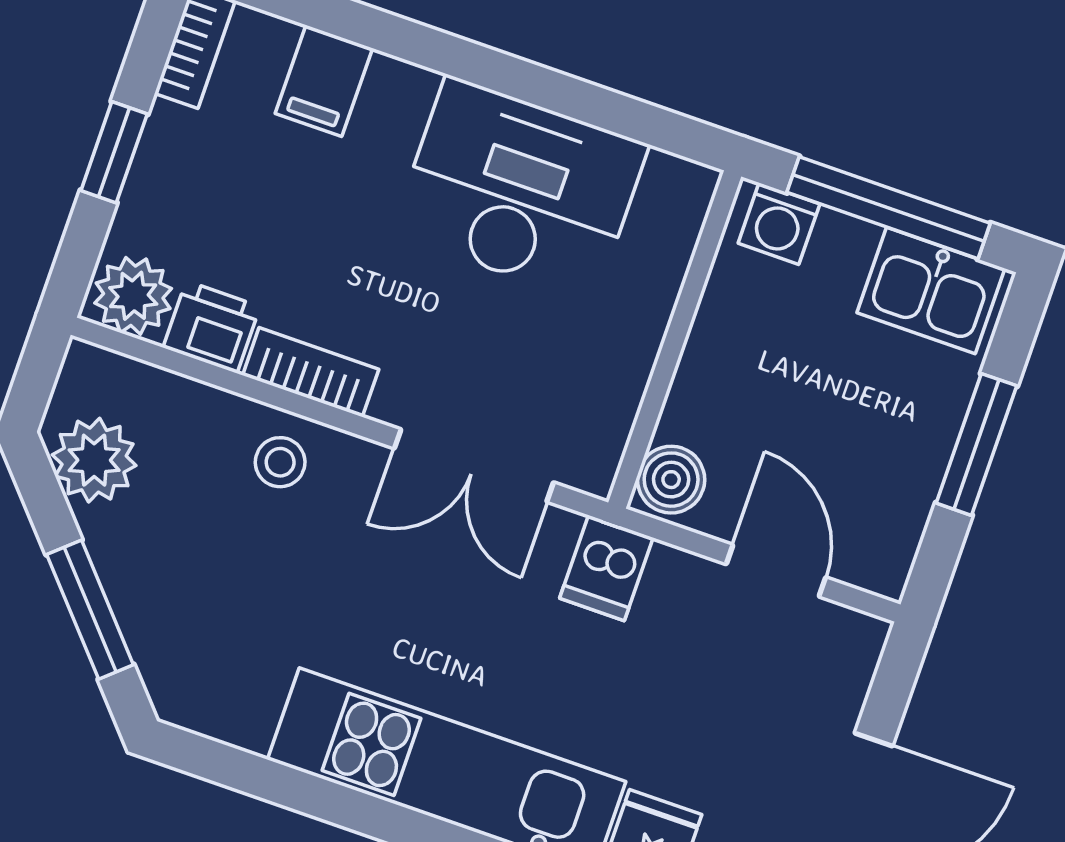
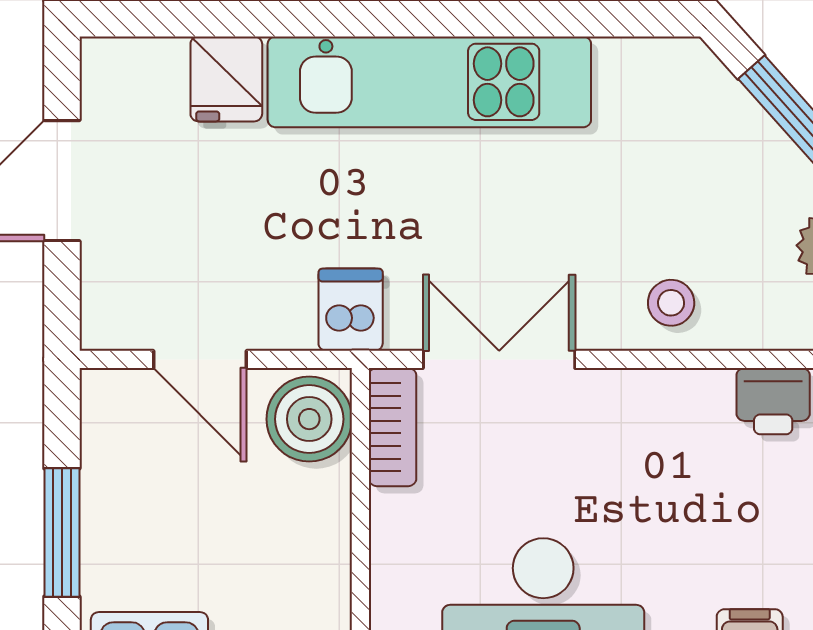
bookcase: (311, 372) -> (393, 427), moved, turned -90
boiler: (671, 480) -> (309, 419), width x1.36, depth x1.36

